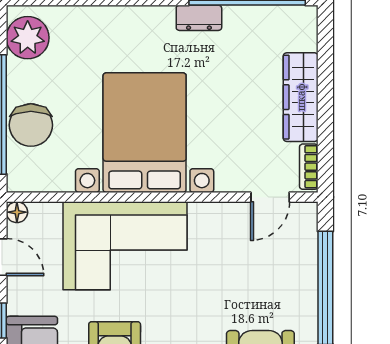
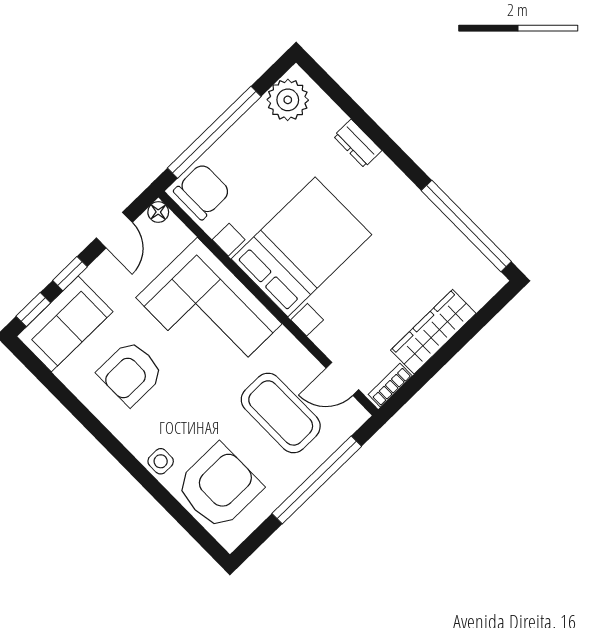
dresser: (199, 18) -> (358, 143), moved
chair: (31, 125) -> (202, 191), moved, turned 180
coffee table: (251, 266) -> (281, 413), added

